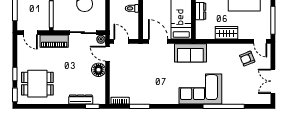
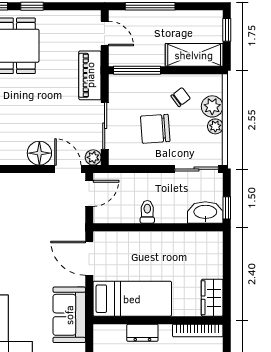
door: (30, 33) -> (105, 33), swing flipped
door: (158, 41) -> (89, 258), swing flipped
door: (107, 54) -> (68, 169), hinge flipped

